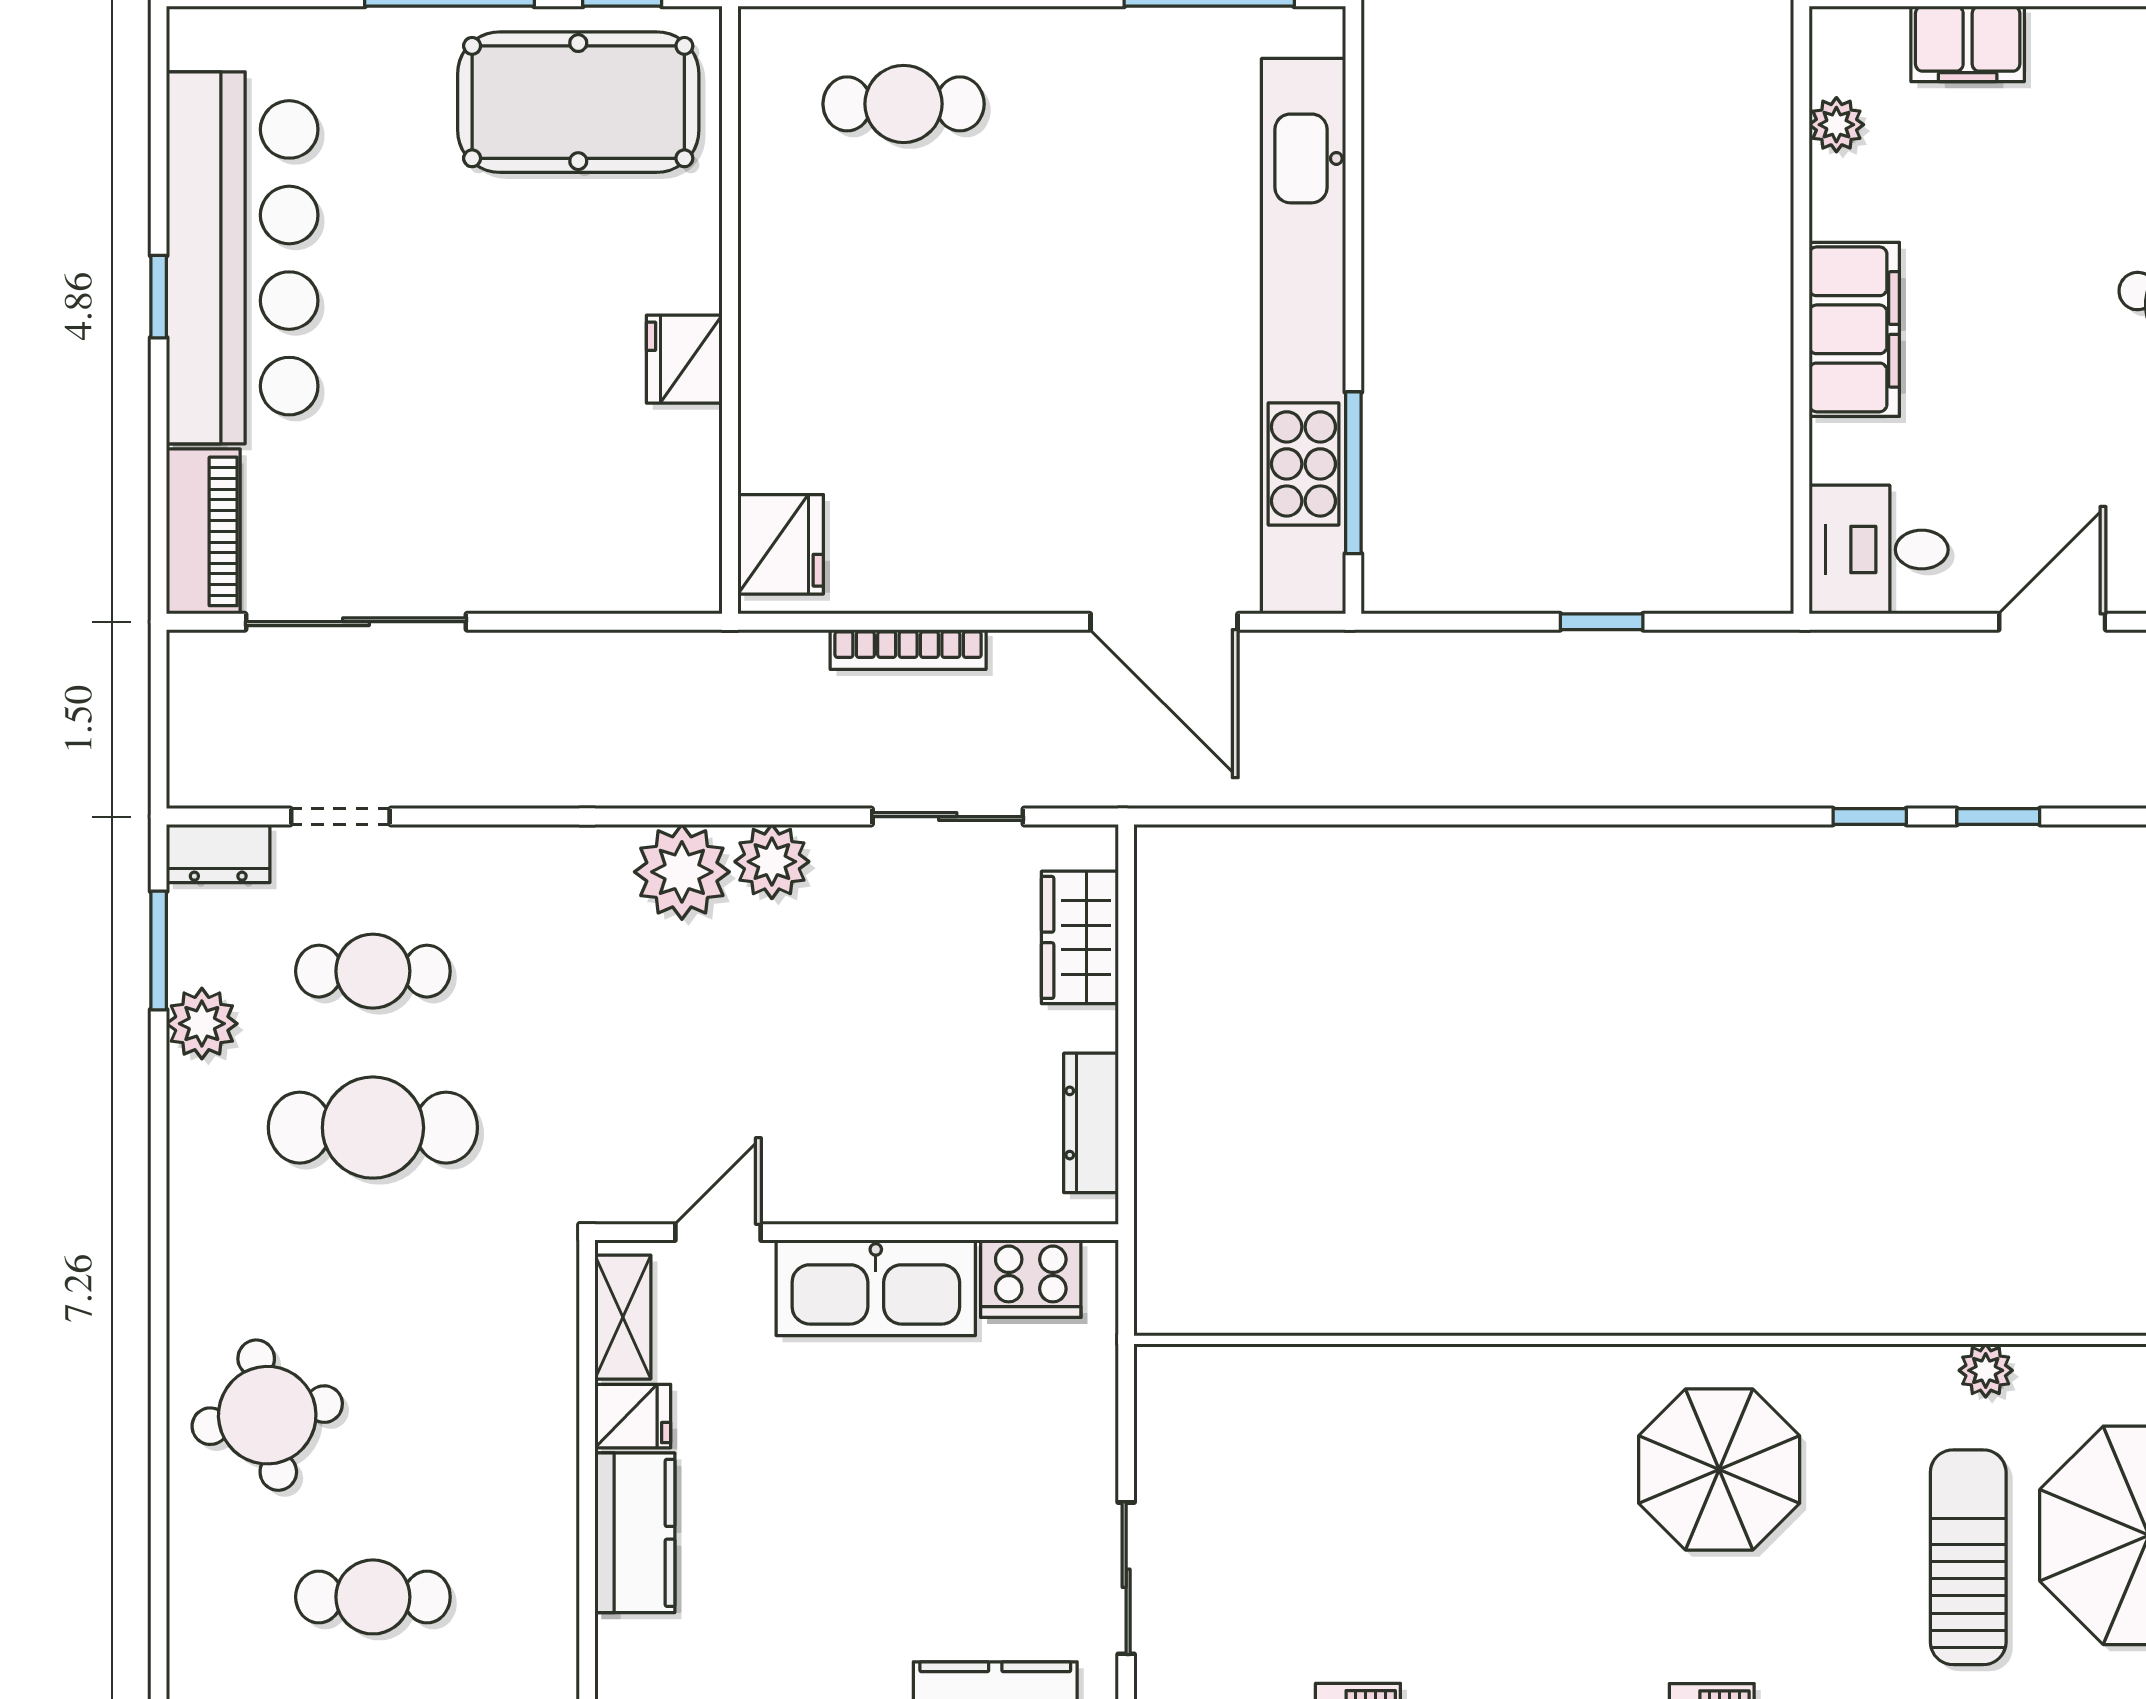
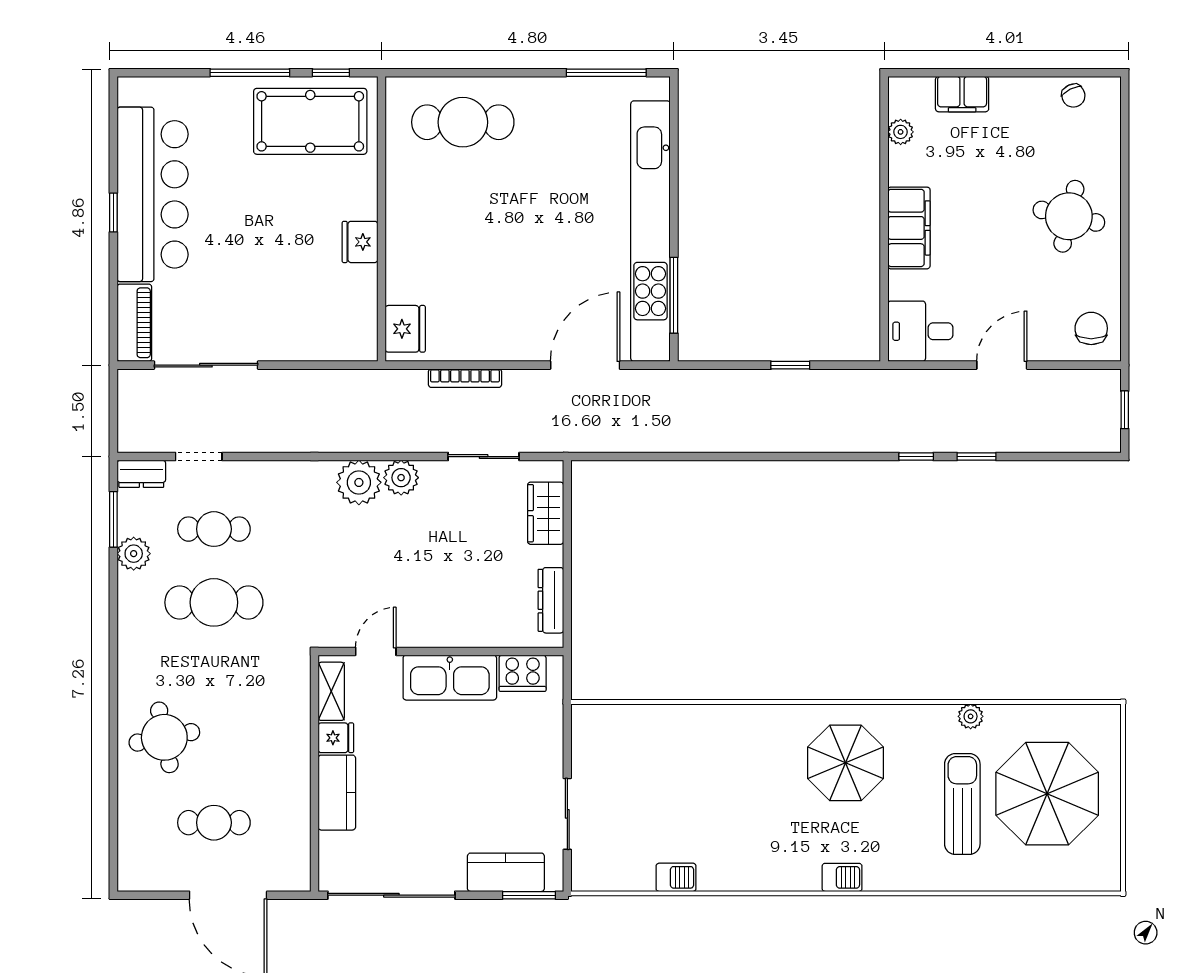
cafe table: (904, 104) -> (463, 122), width x1.37, depth x1.35
door: (1164, 622) -> (585, 365), swing flipped

